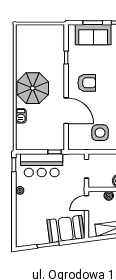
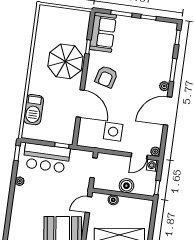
sofa: (93, 35) -> (103, 32), moved, turned -90
armchair: (87, 83) -> (106, 77), turned 105
parasol: (33, 88) -> (65, 61), moved
barbecue: (21, 116) -> (33, 110), width x1.88, depth x1.53

